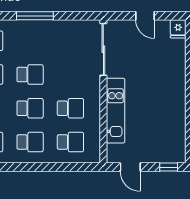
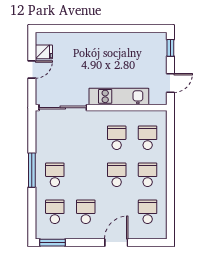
fridge: (178, 29) -> (44, 52), moved
school desk: (30, 75) -> (55, 175), moved

